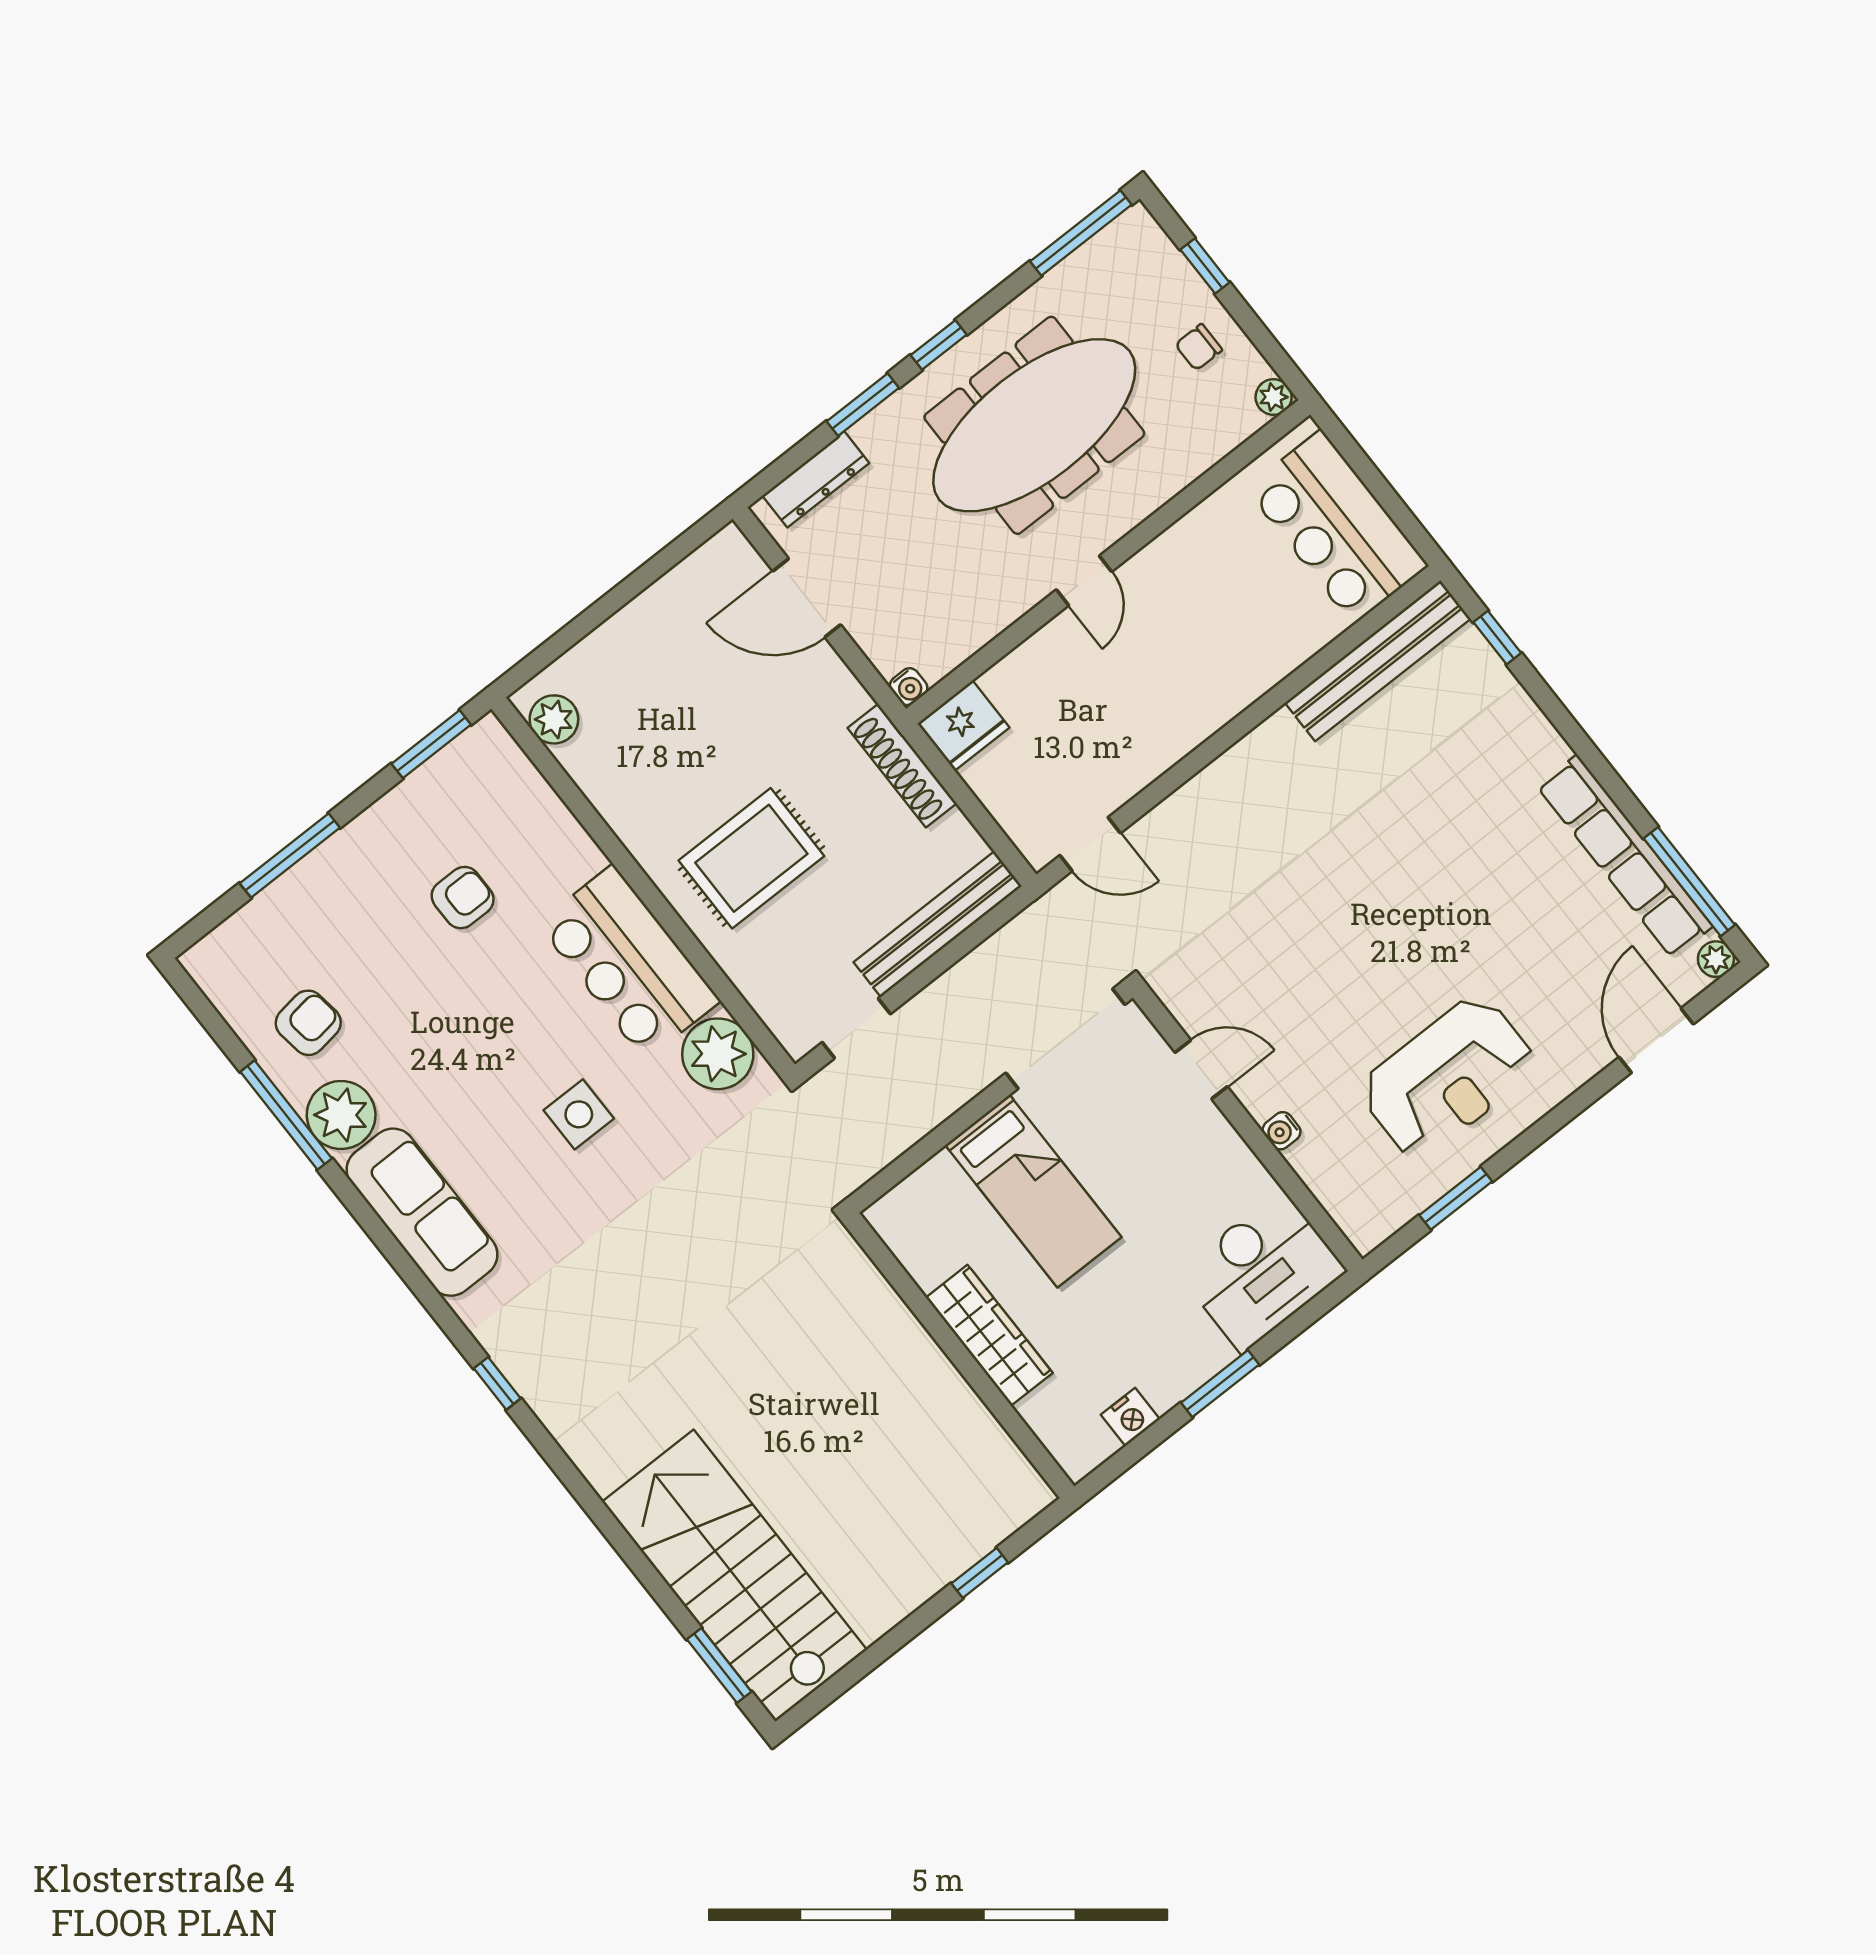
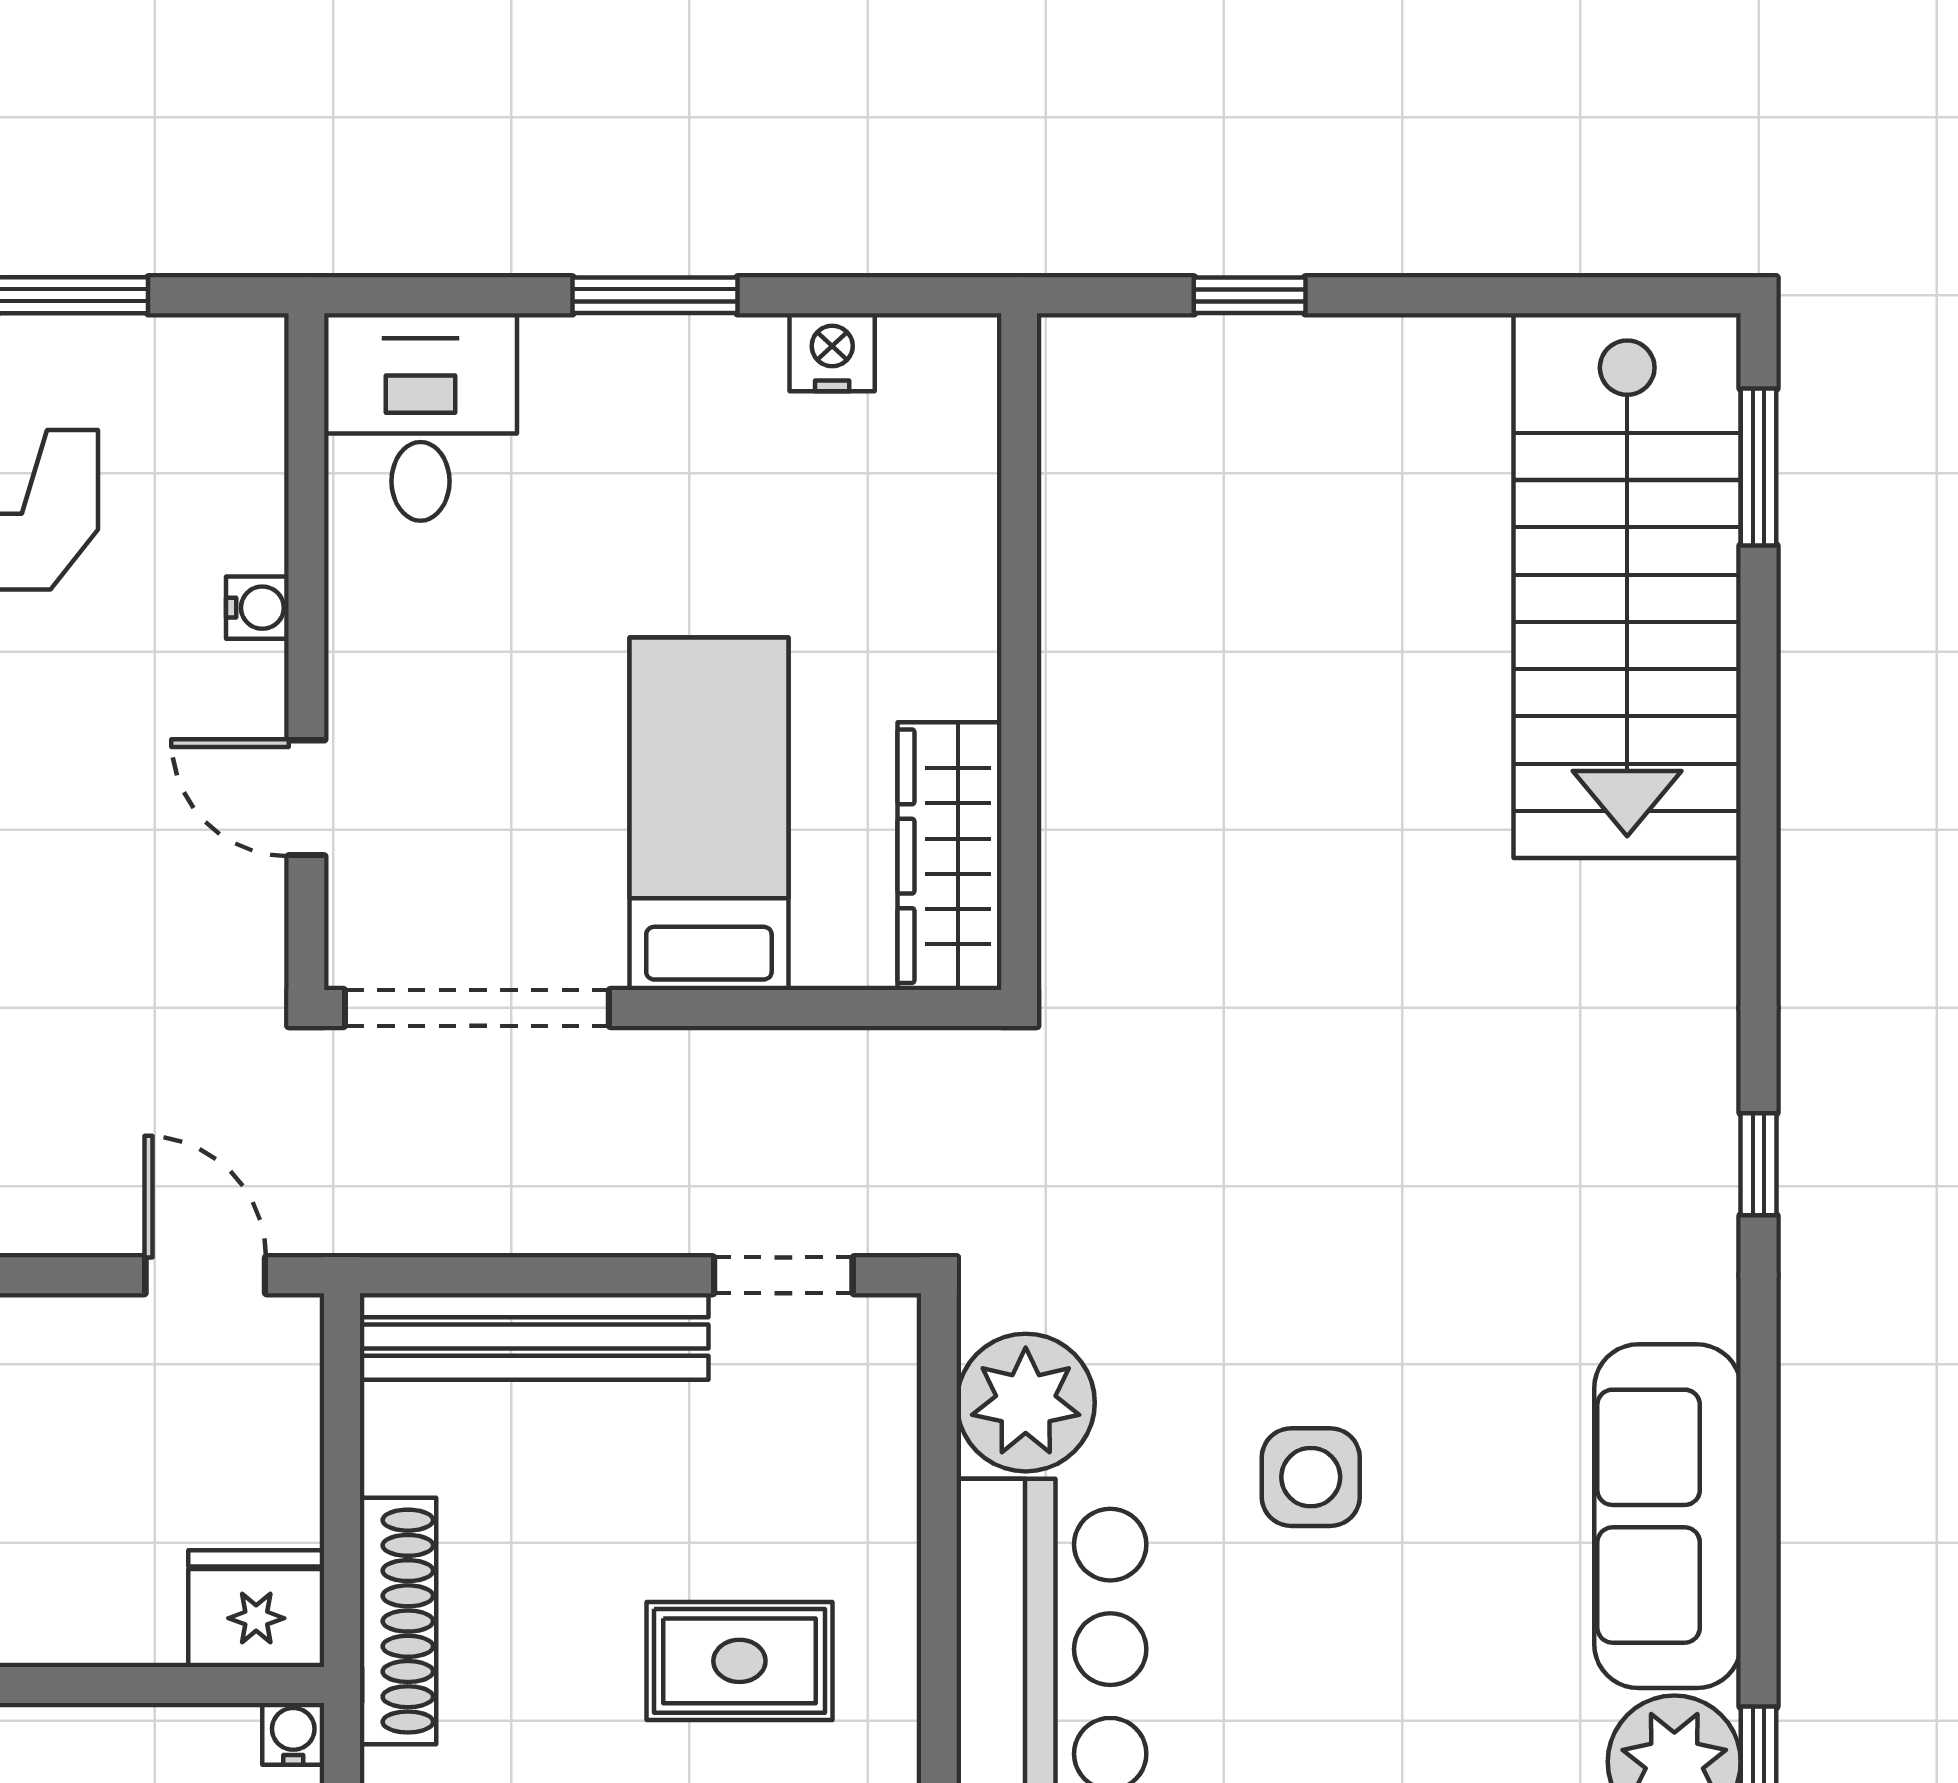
rug: (751, 858) -> (739, 1661), width x0.73, depth x0.70
desk: (1262, 1271) -> (421, 417), width x0.73
wardrobe: (989, 1335) -> (949, 856), moved

